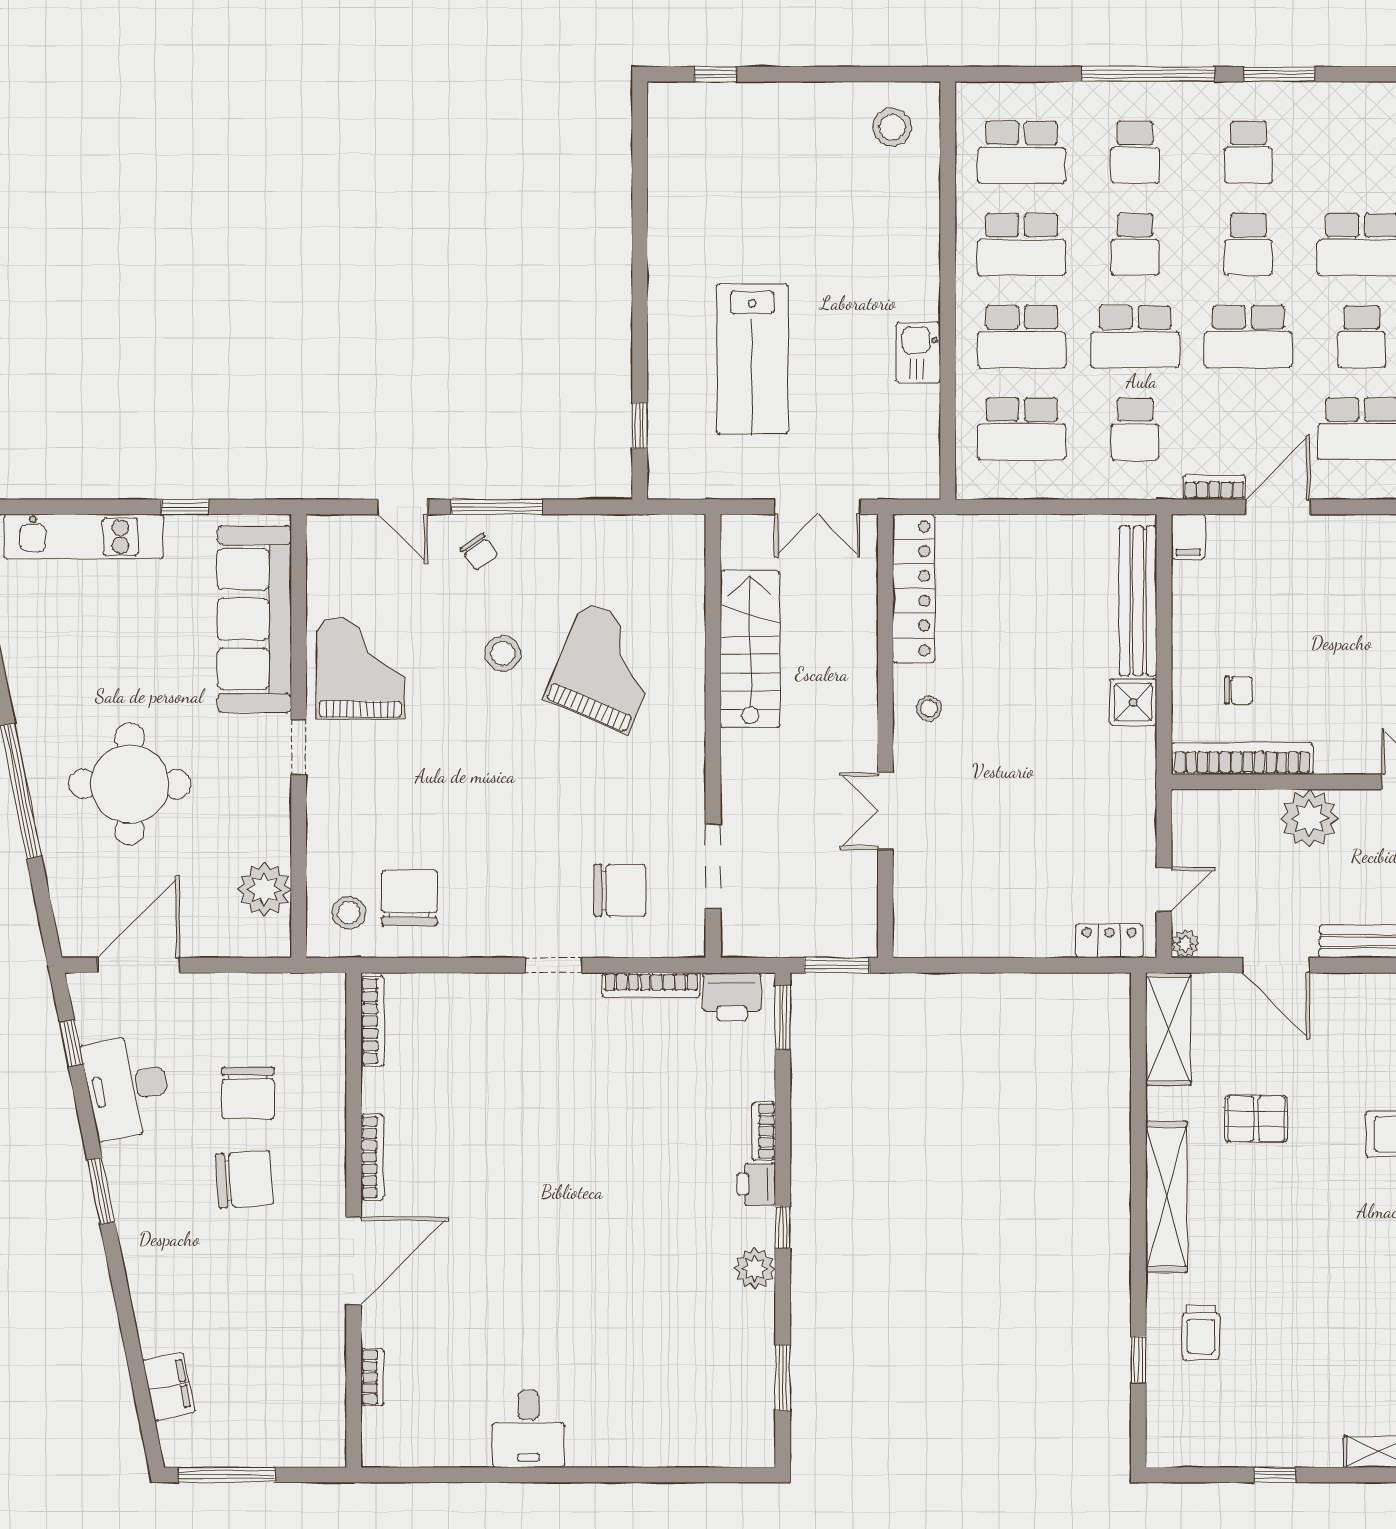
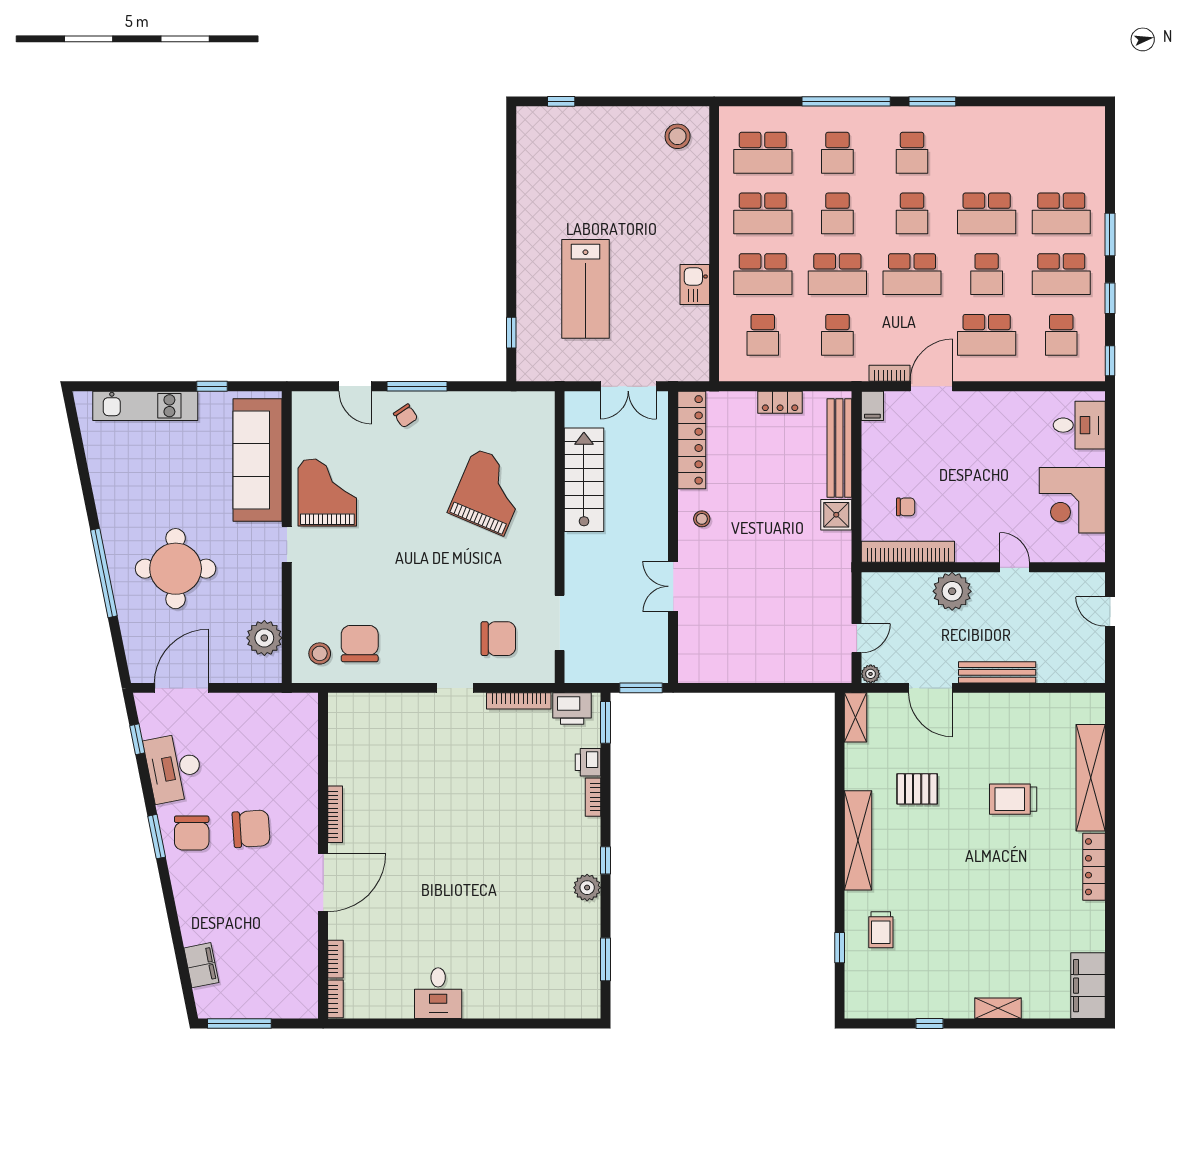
school desk: (1022, 429) -> (763, 335), width x0.54
stool: (503, 653) -> (421, 483), removed
locker: (1109, 941) -> (780, 402), moved, turned 180
bookcase: (373, 1021) -> (335, 999), moved, width x0.64
shelving: (1168, 1029) -> (856, 717), width x0.67, depth x0.75
chair: (248, 1093) -> (192, 833), moved
printer: (756, 1184) -> (588, 762), moved

